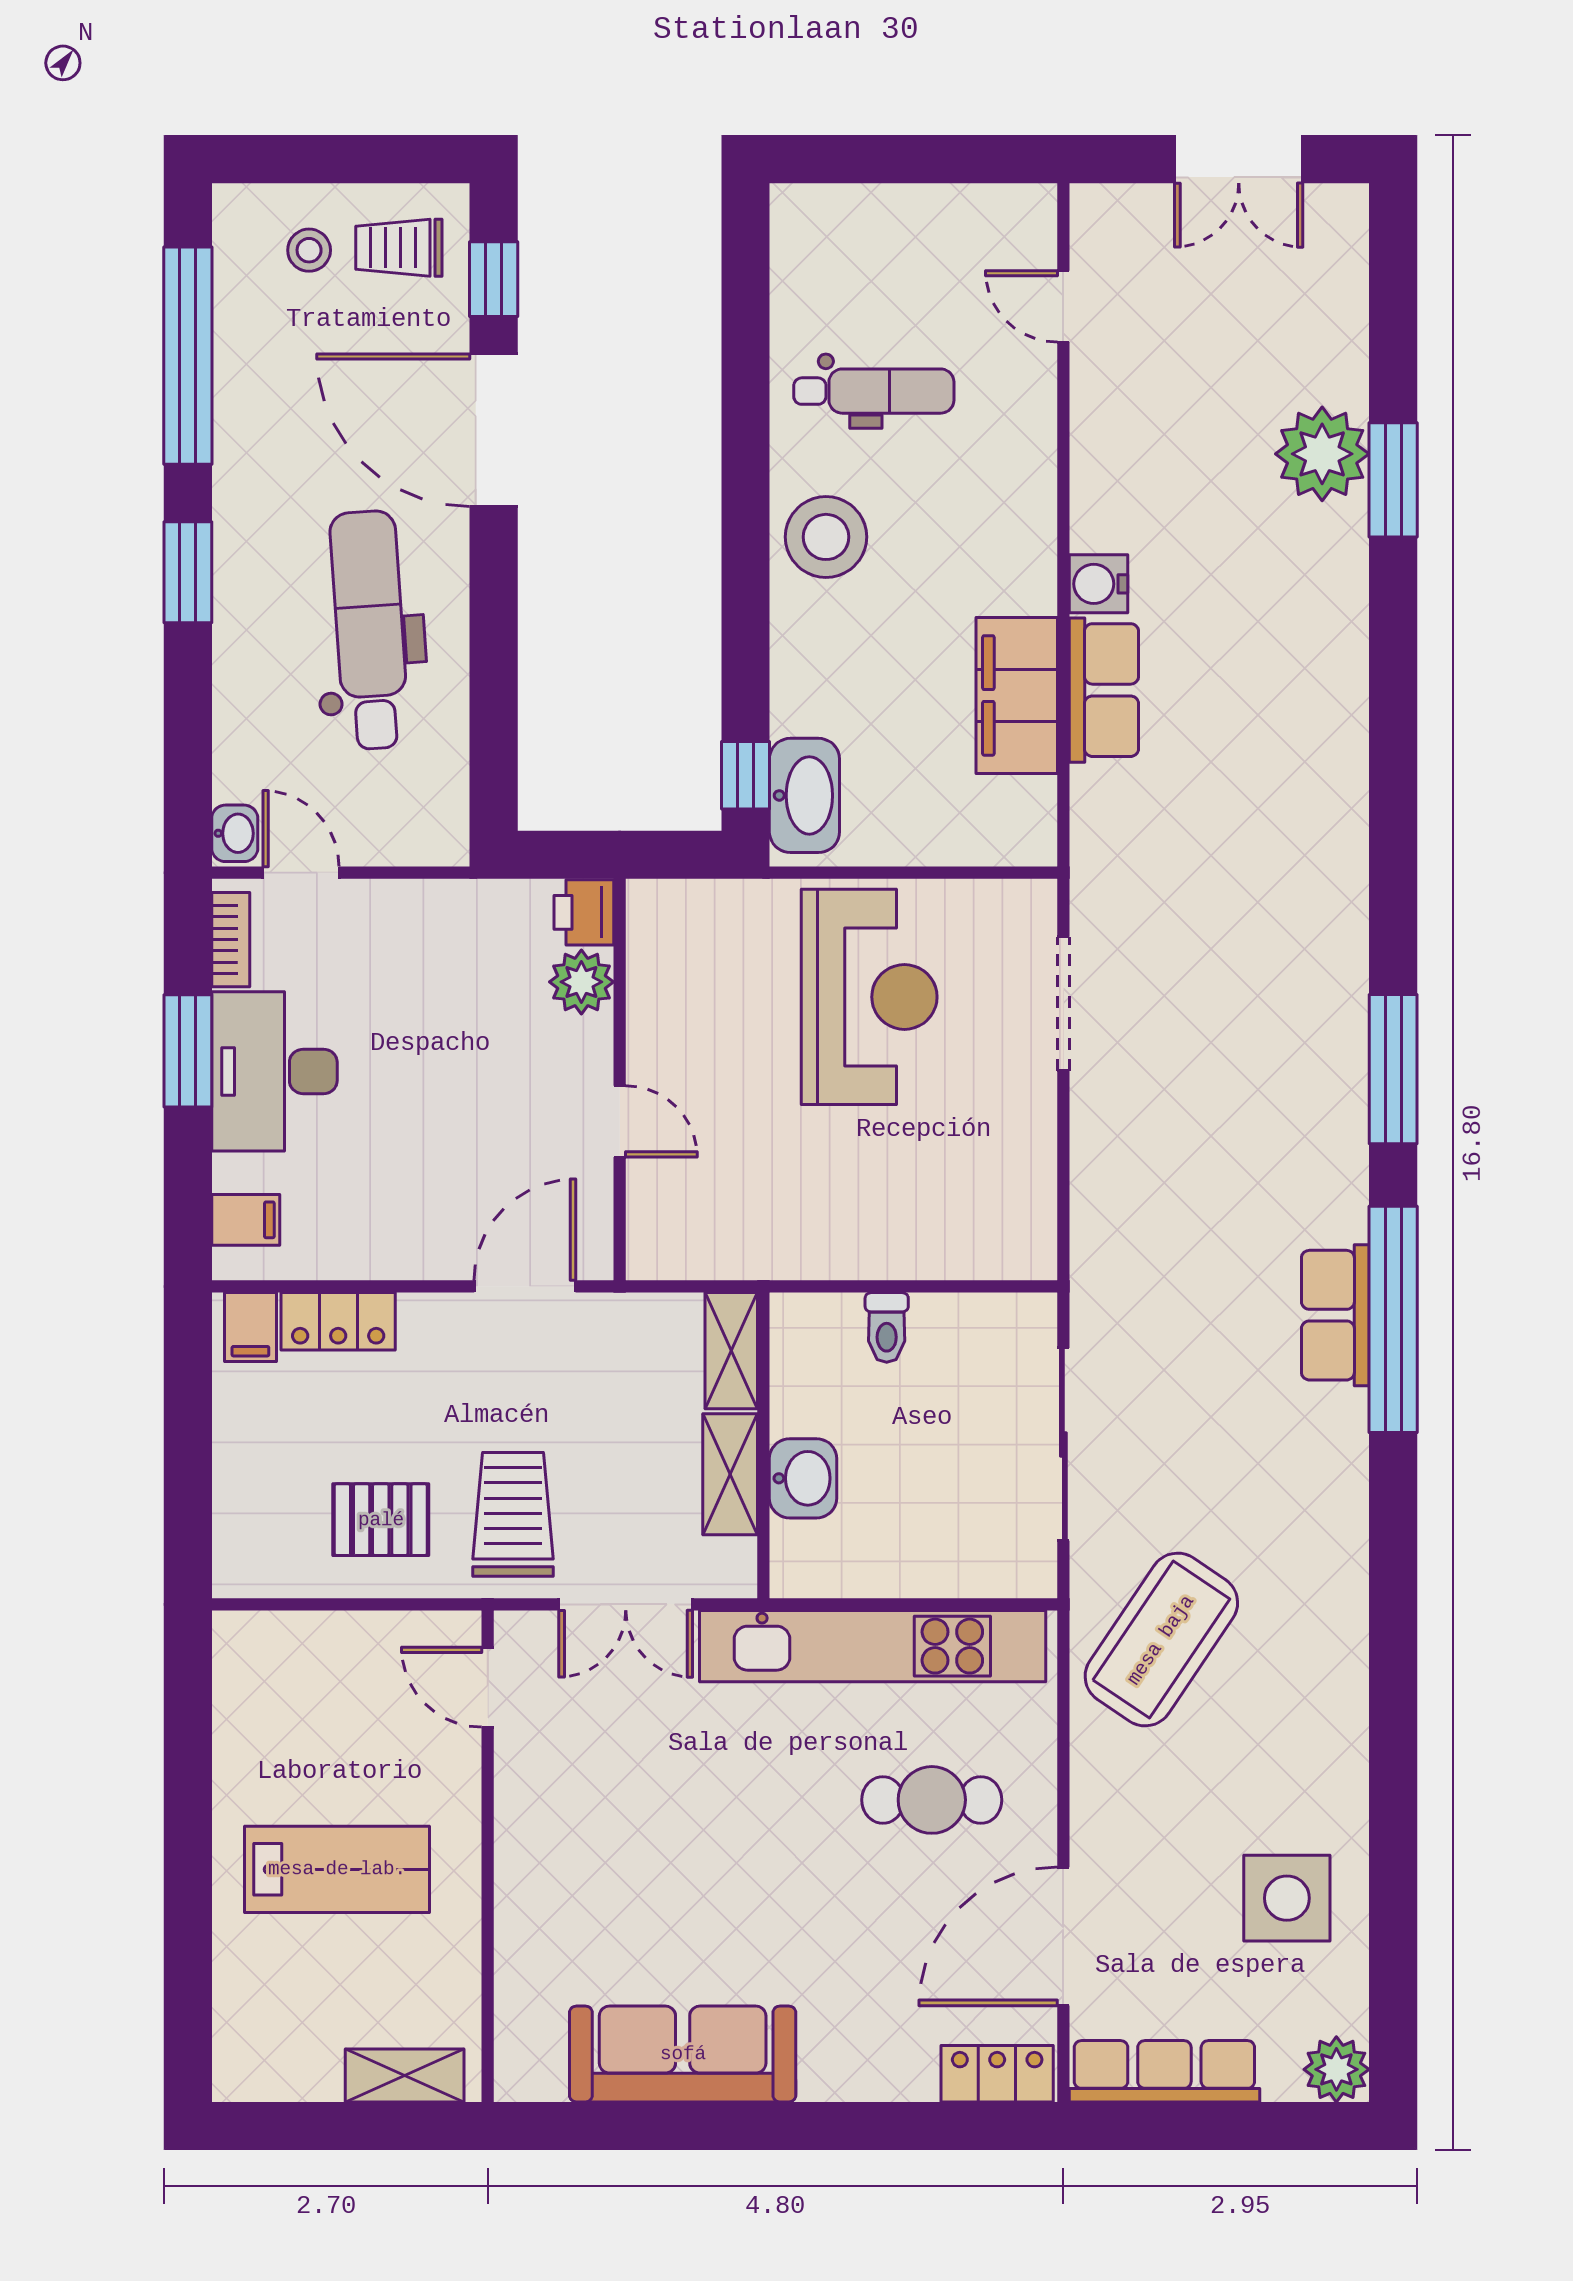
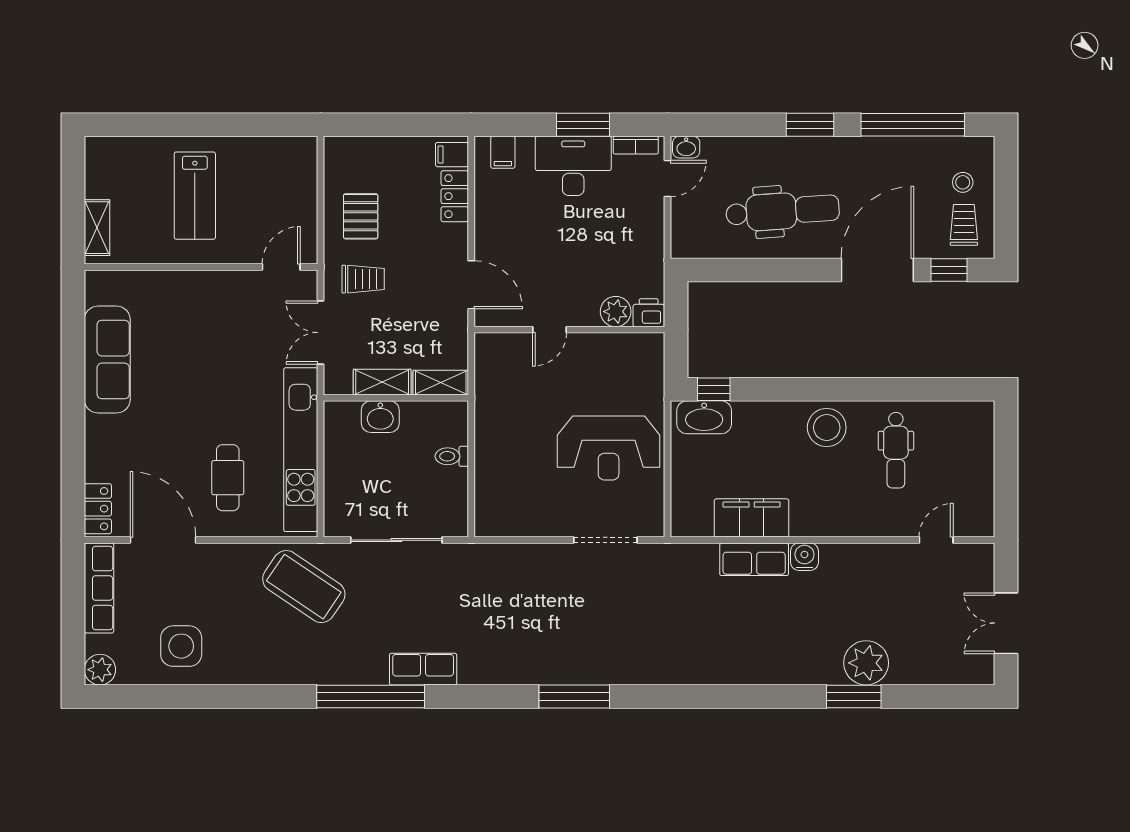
row of seats: (1335, 1315) -> (423, 669), moved
window: (1393, 1319) -> (371, 696), moved
trolley: (513, 1514) -> (363, 279), width x0.73, depth x0.72

